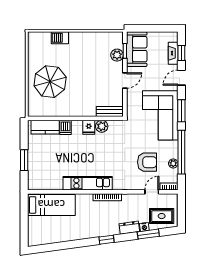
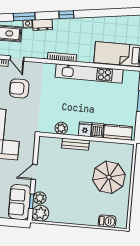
barbecue: (60, 38) -> (107, 221), moved
plant: (115, 40) -> (40, 213), added
bench: (110, 112) -> (75, 144), moved
fridge: (89, 127) -> (85, 129), moved
kitchen unit: (88, 183) -> (89, 73), width x1.36
door: (152, 192) -> (17, 58), hinge flipped

